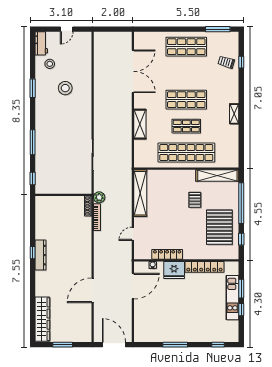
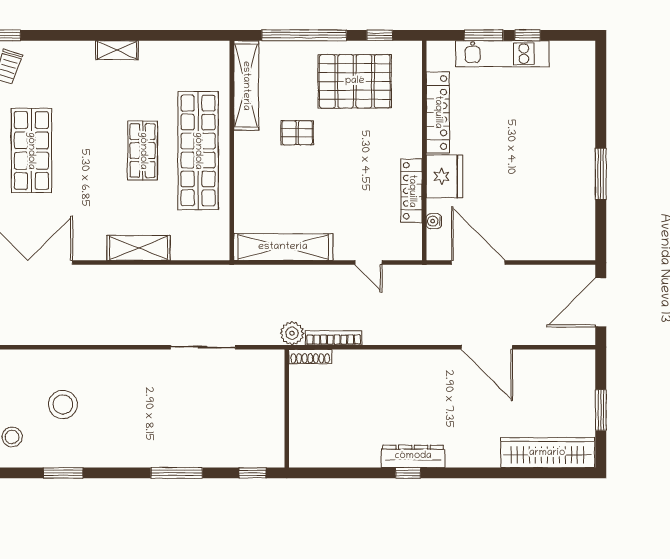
shop shelf: (186, 100) -> (31, 151), moved
window: (218, 345) -> (601, 84), removed

